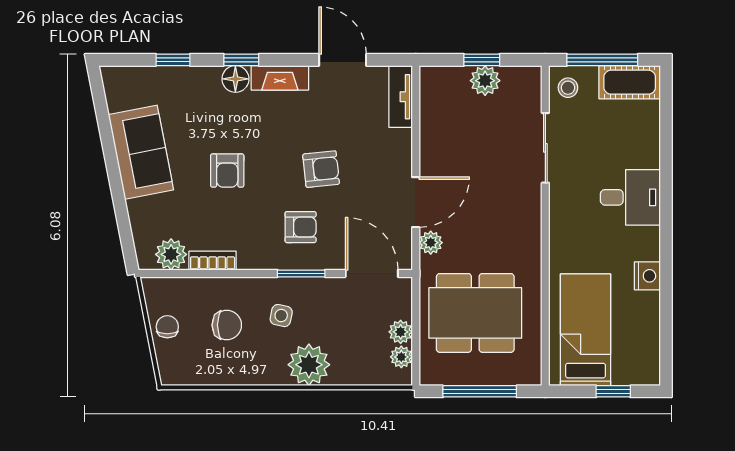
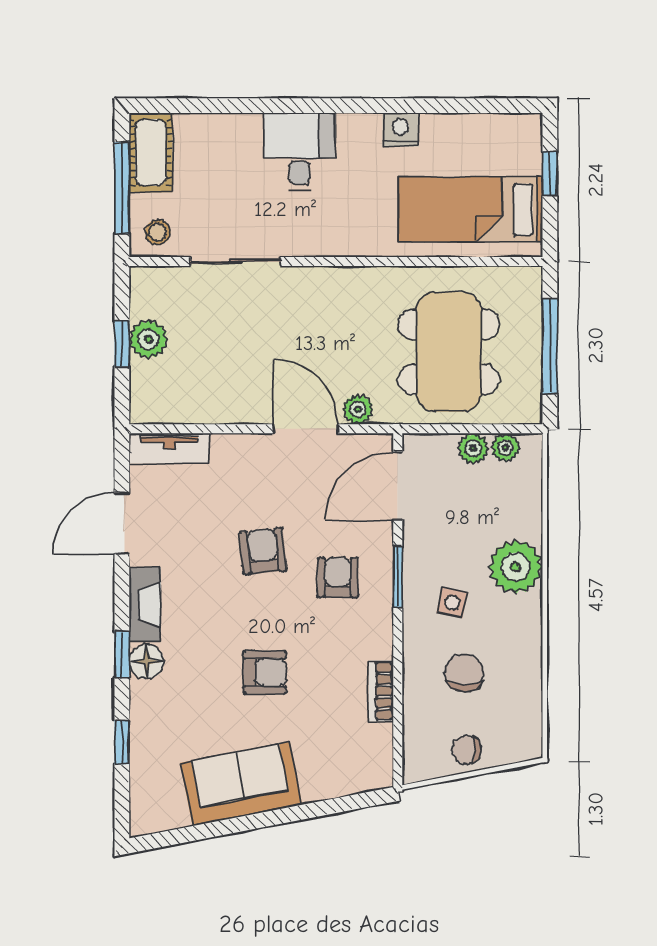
plant: (171, 254) -> (373, 745), removed

